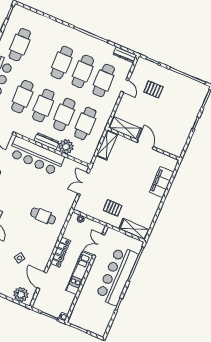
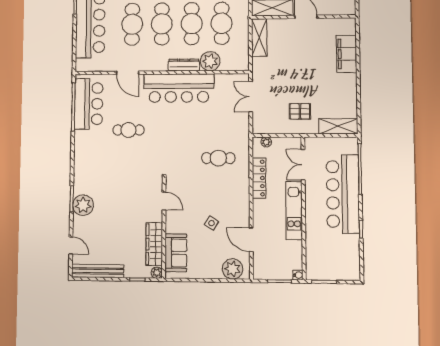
locker: (60, 252) -> (259, 178), moved

